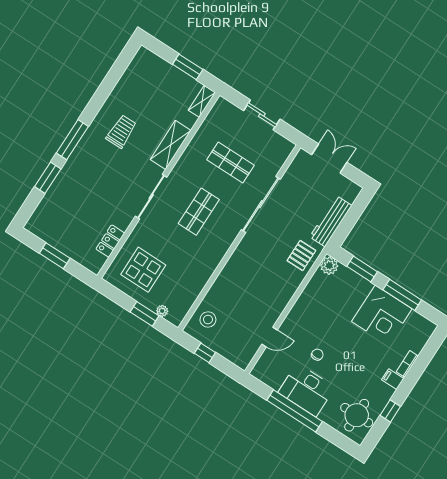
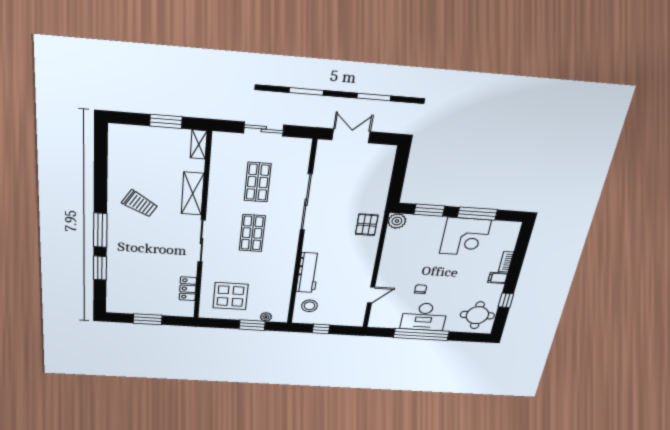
trolley: (121, 131) -> (140, 204), turned 121
shop shelf: (231, 163) -> (258, 182), turned 90
workbench: (331, 221) -> (308, 273), moved, turned 180

